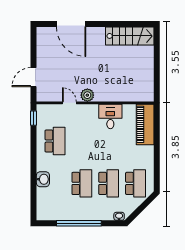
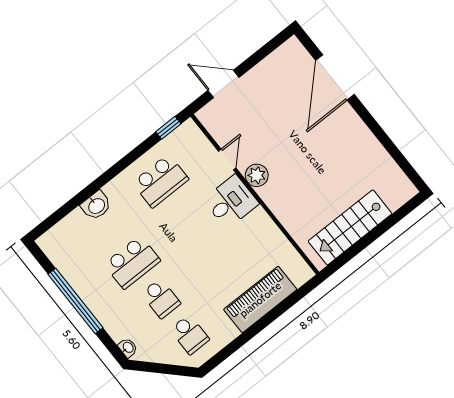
stairs: (130, 36) -> (350, 227), moved, turned 90
desk: (110, 116) -> (231, 202), moved
piano: (145, 124) -> (260, 299), moved
school desk: (109, 183) -> (161, 298), width x0.54
school desk: (136, 183) -> (190, 335), width x0.54

